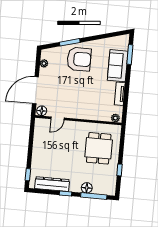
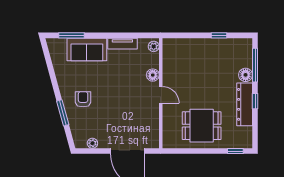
armchair: (79, 59) -> (83, 99), width x0.53, depth x0.53
floor lamp: (42, 111) -> (153, 75), moved
door: (58, 118) -> (161, 95), moved
dining table: (99, 148) -> (202, 126), moved
dresser: (52, 184) -> (245, 104), moved

